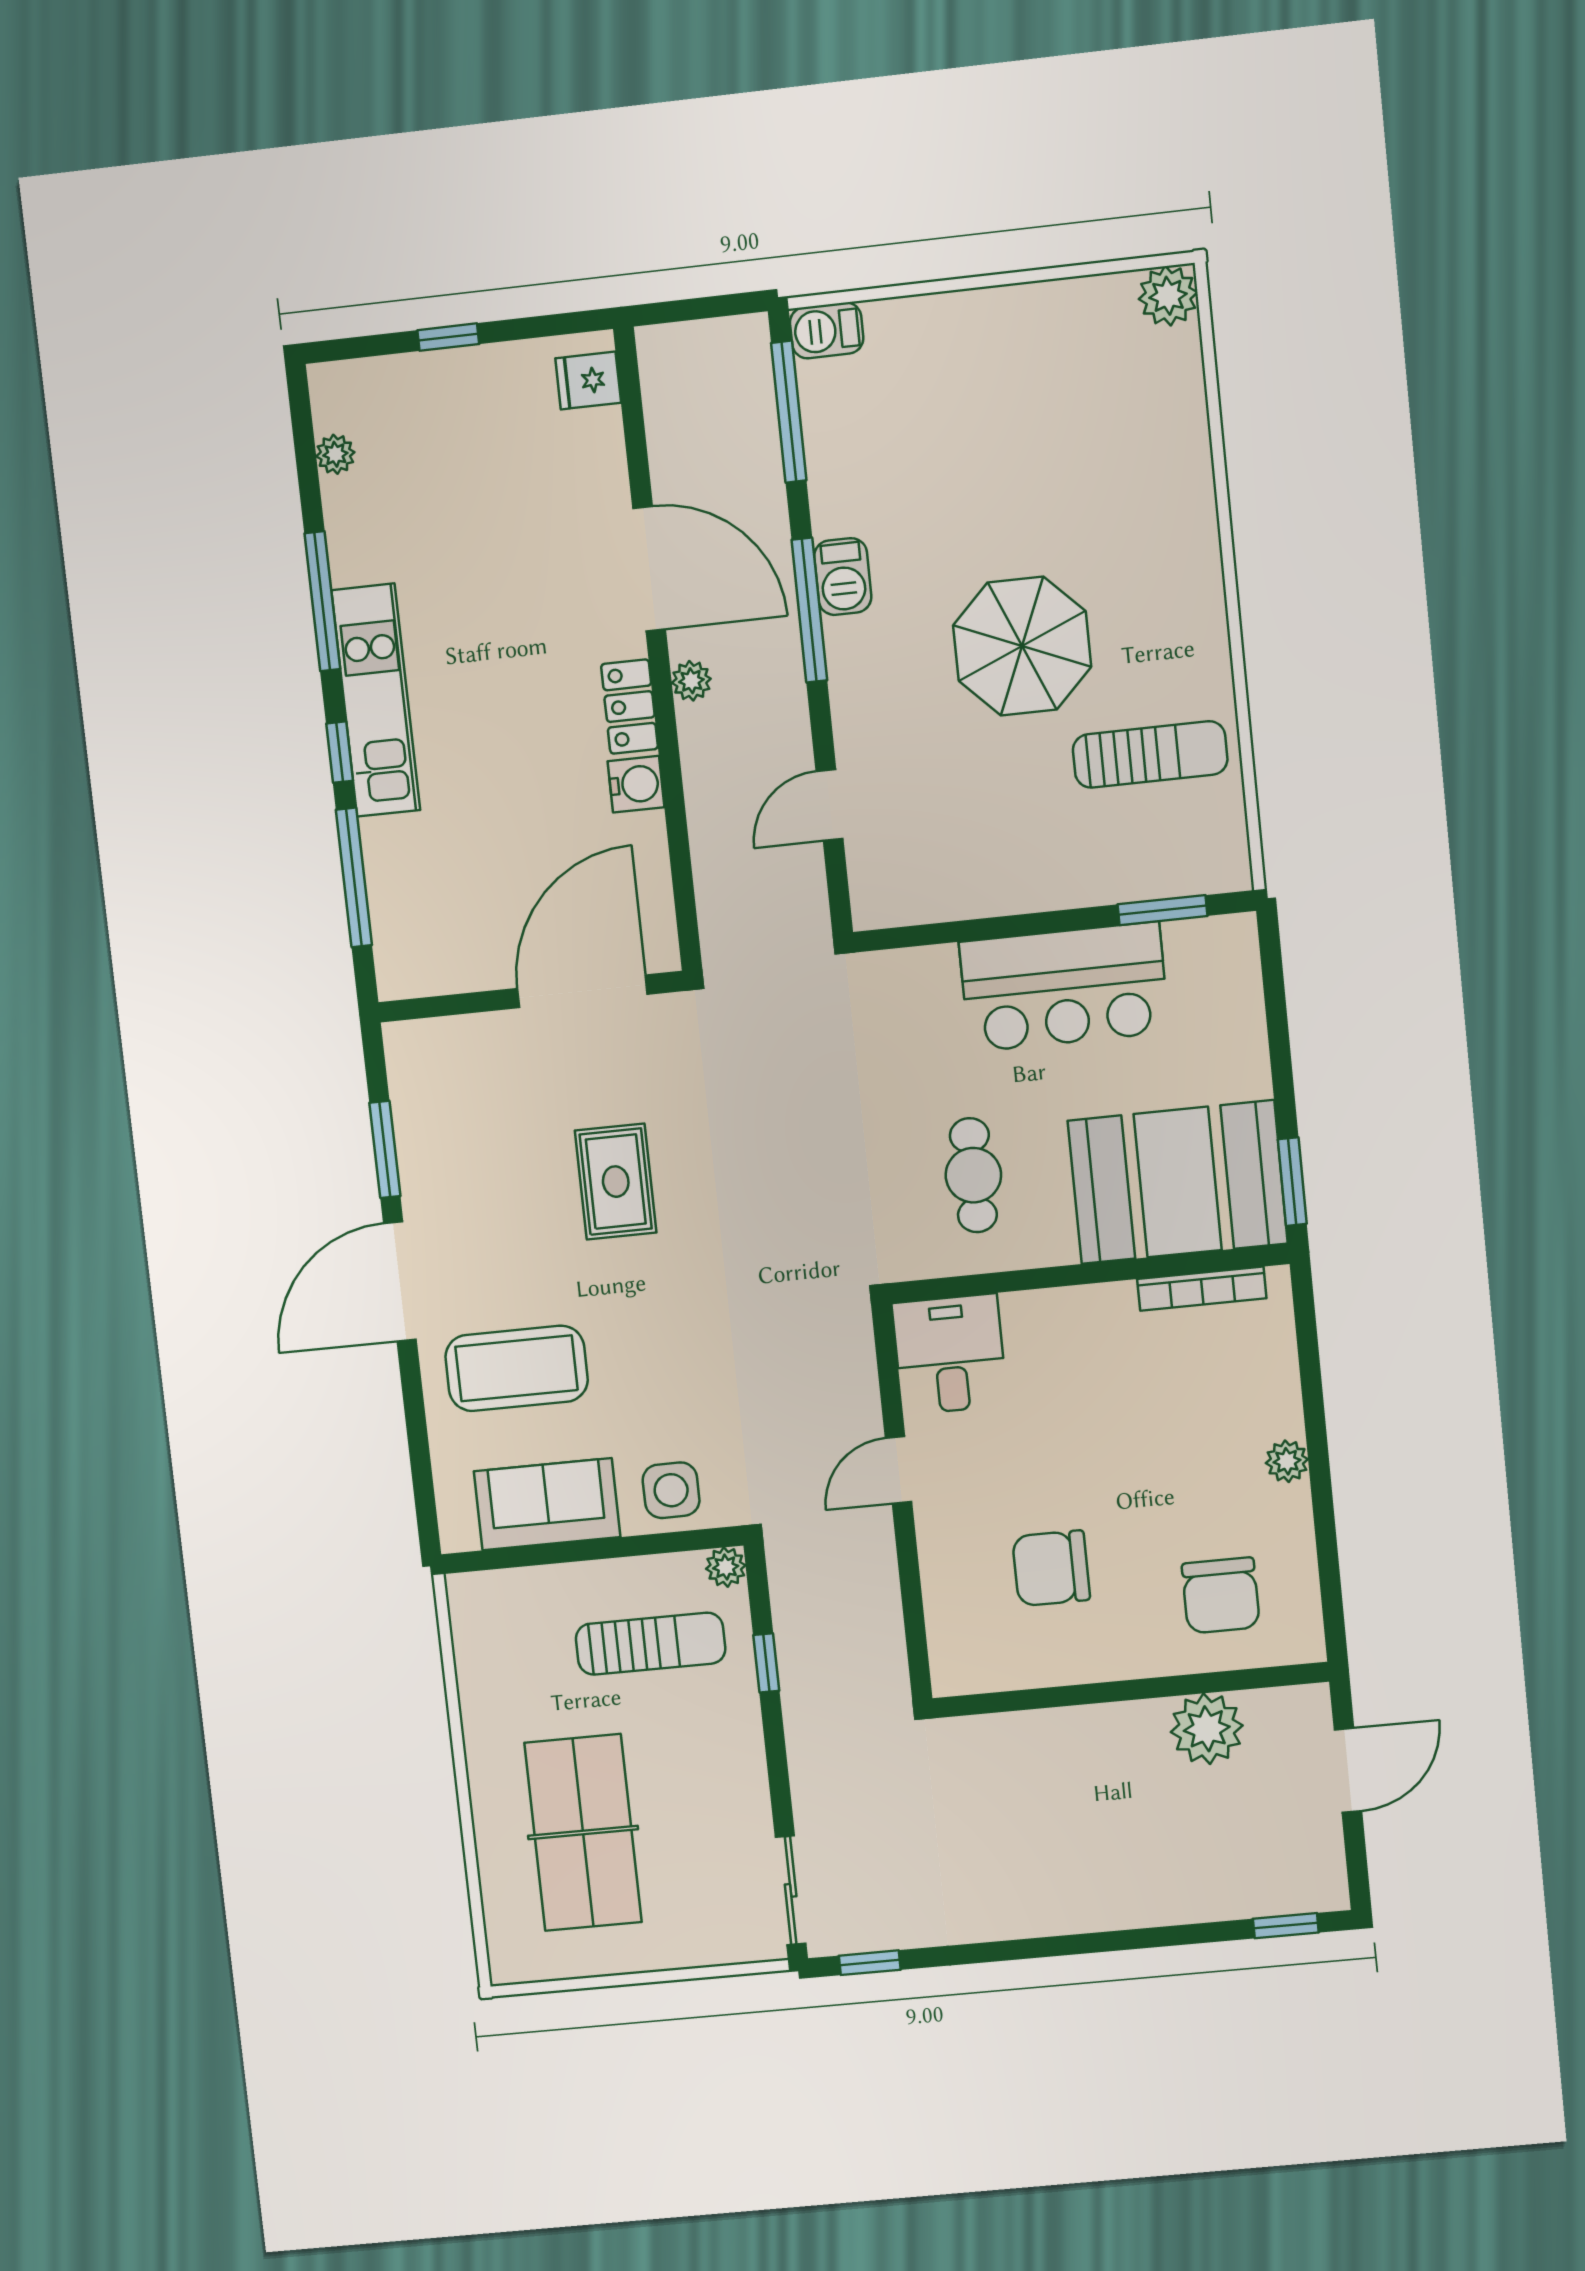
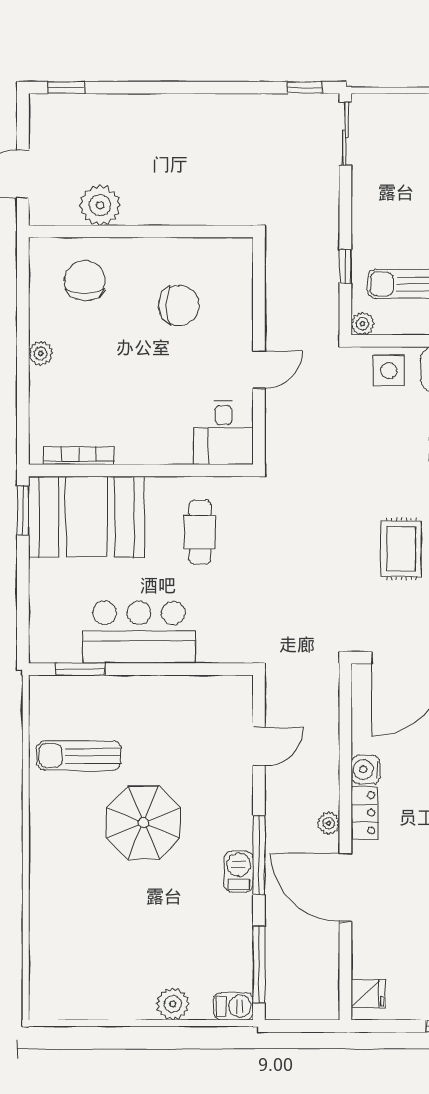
plant: (1168, 296) -> (173, 1004), moved

